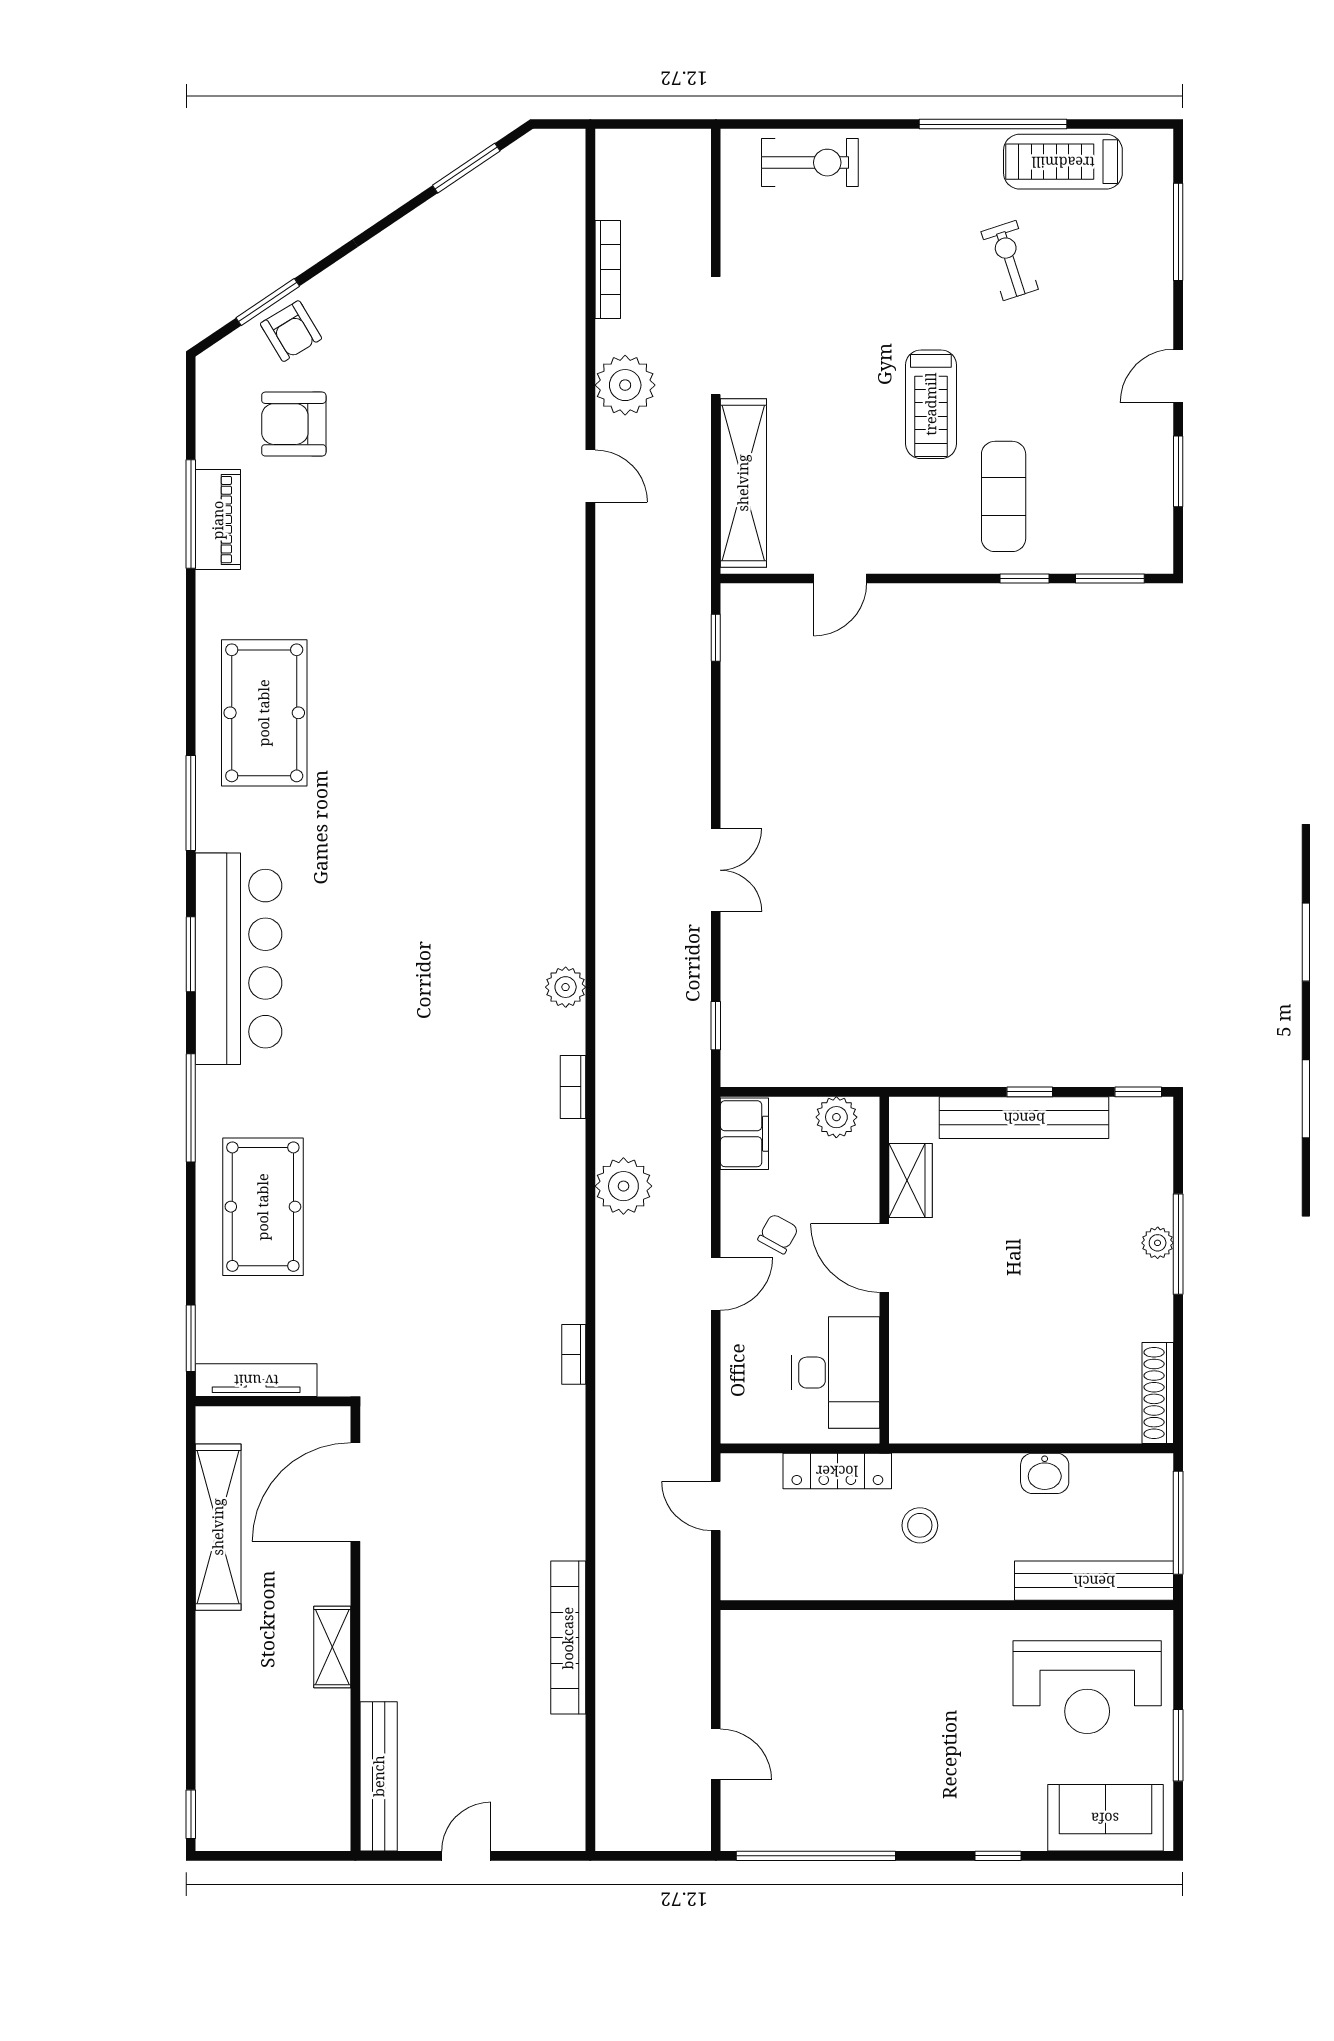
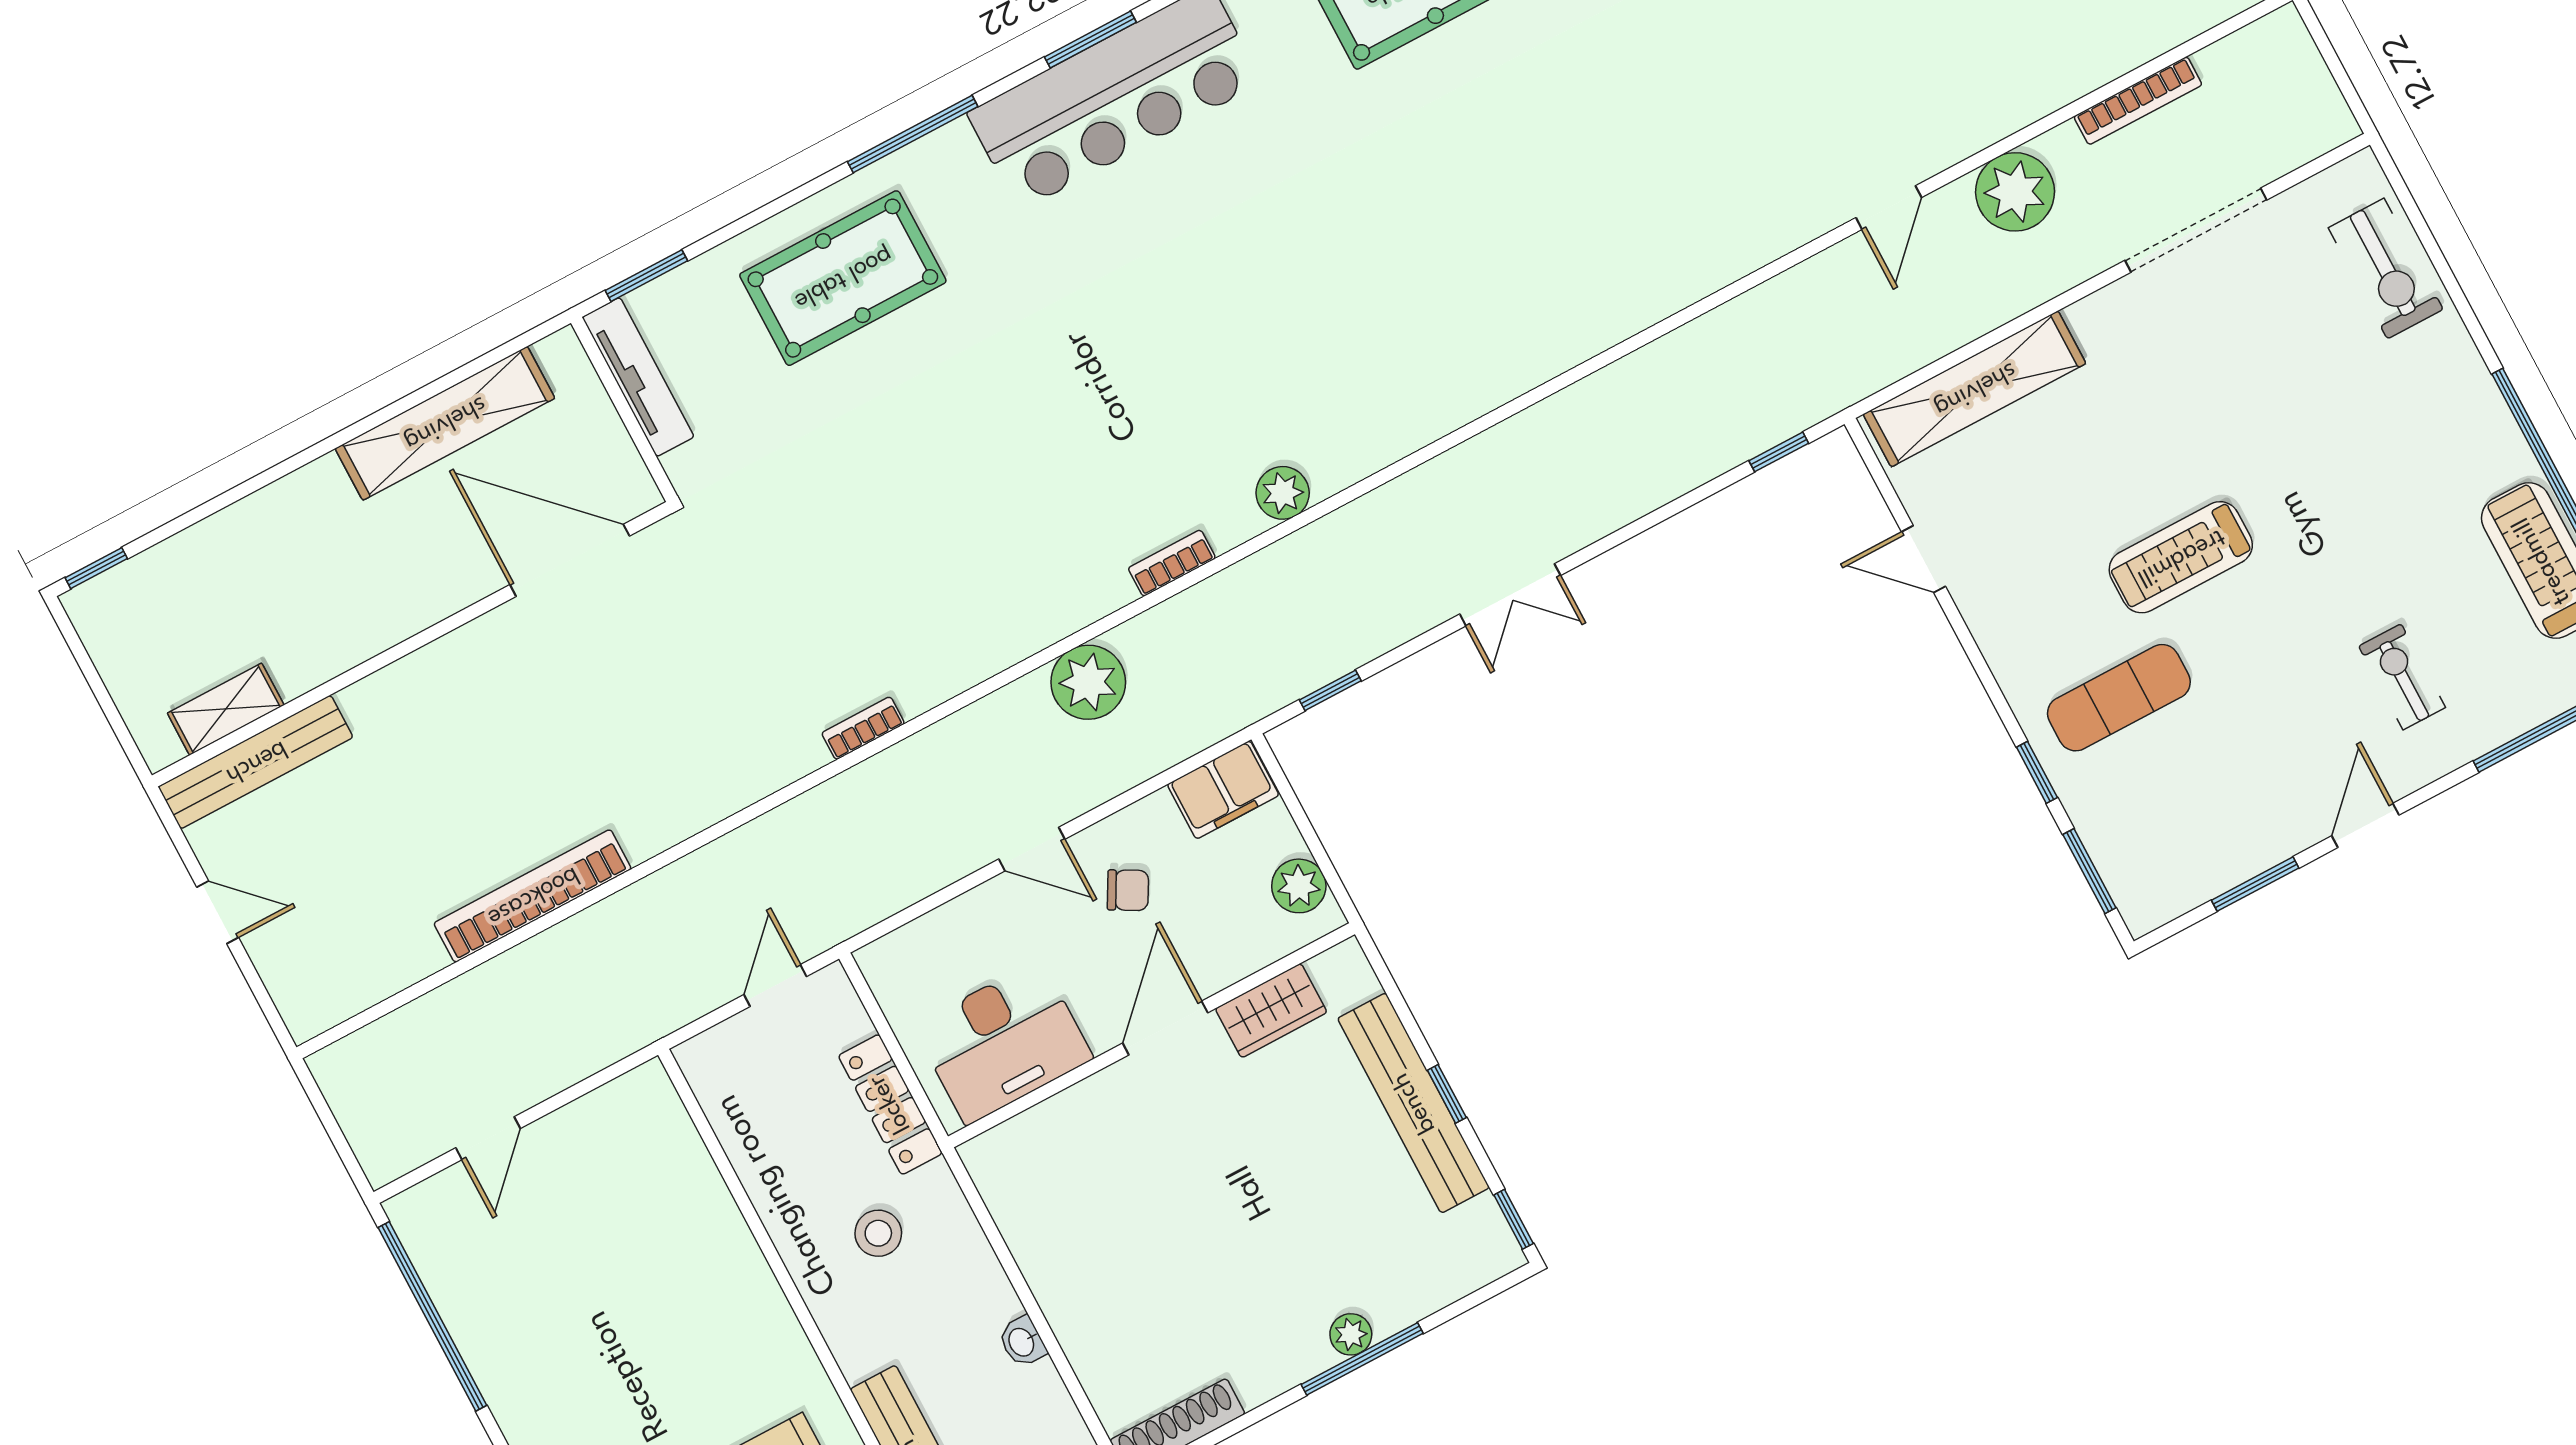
exercise bike: (1010, 261) -> (2402, 677), moved, turned -72
doorway: (716, 336) -> (2196, 230), moved
door: (1178, 376) -> (2365, 825), hinge flipped
washbasin: (1045, 1473) -> (1022, 1342), width x0.72, depth x0.69
shelving: (332, 1647) -> (226, 709), moved

